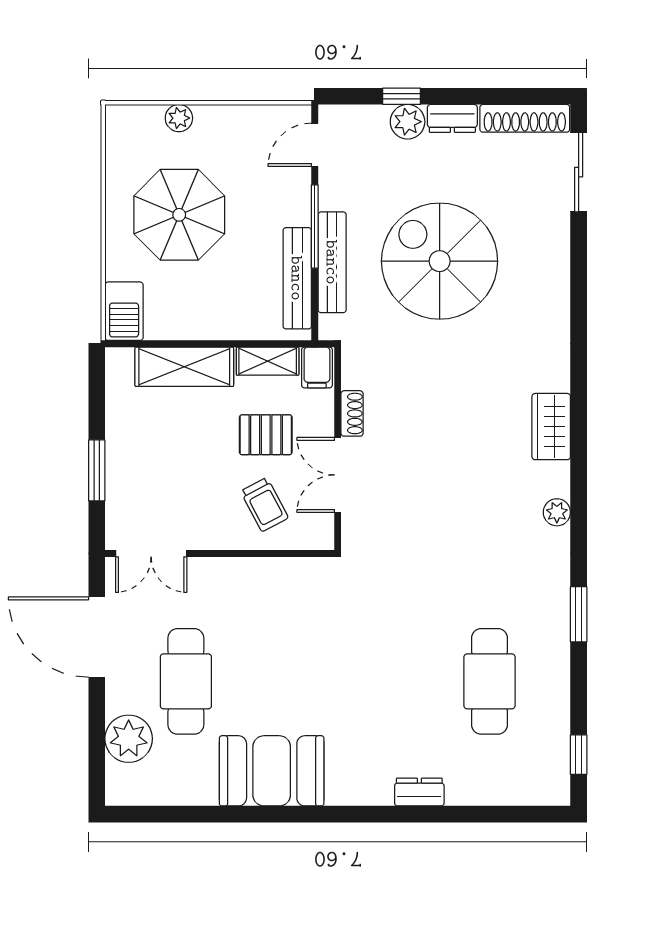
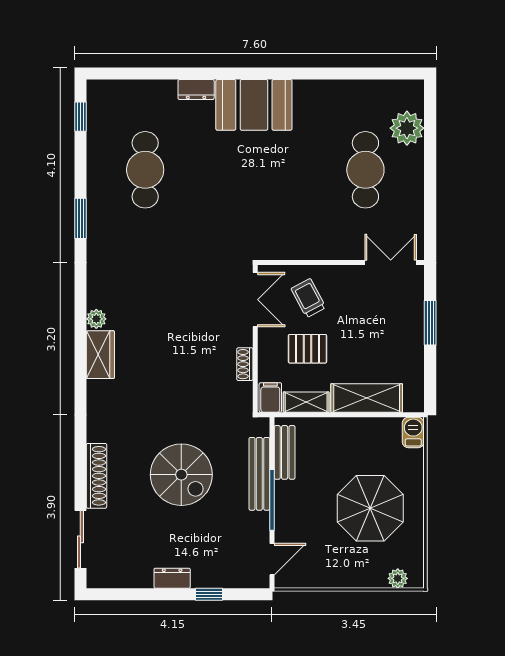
plant: (179, 118) -> (398, 578), moved
shoe rack: (525, 118) -> (97, 476), moved, turned 90
plant: (408, 122) -> (205, 576), removed
spiral stairs: (440, 261) -> (181, 475), width x0.73, depth x0.73
bench: (297, 278) -> (285, 452), width x0.73
barbecue: (124, 311) -> (413, 433), width x0.73, depth x0.79
double door: (338, 475) -> (255, 300), moved
plant: (557, 512) -> (96, 319), moved
door: (97, 637) -> (430, 202), removed
booth: (272, 771) -> (254, 105), moved

